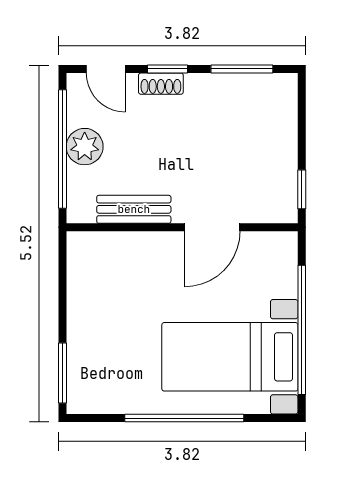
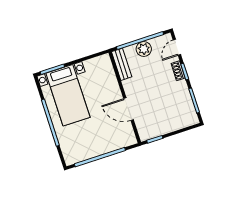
bench: (134, 209) -> (122, 64), moved
bed with nightstands: (230, 357) -> (68, 95), moved, turned 180

